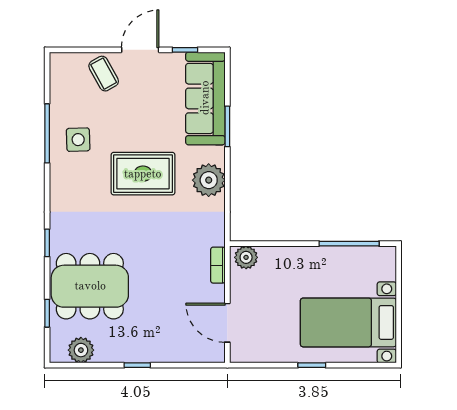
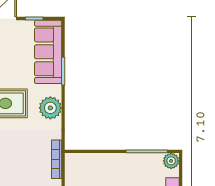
plant: (246, 257) -> (171, 161), moved
bookcase: (218, 265) -> (57, 159), width x1.56

